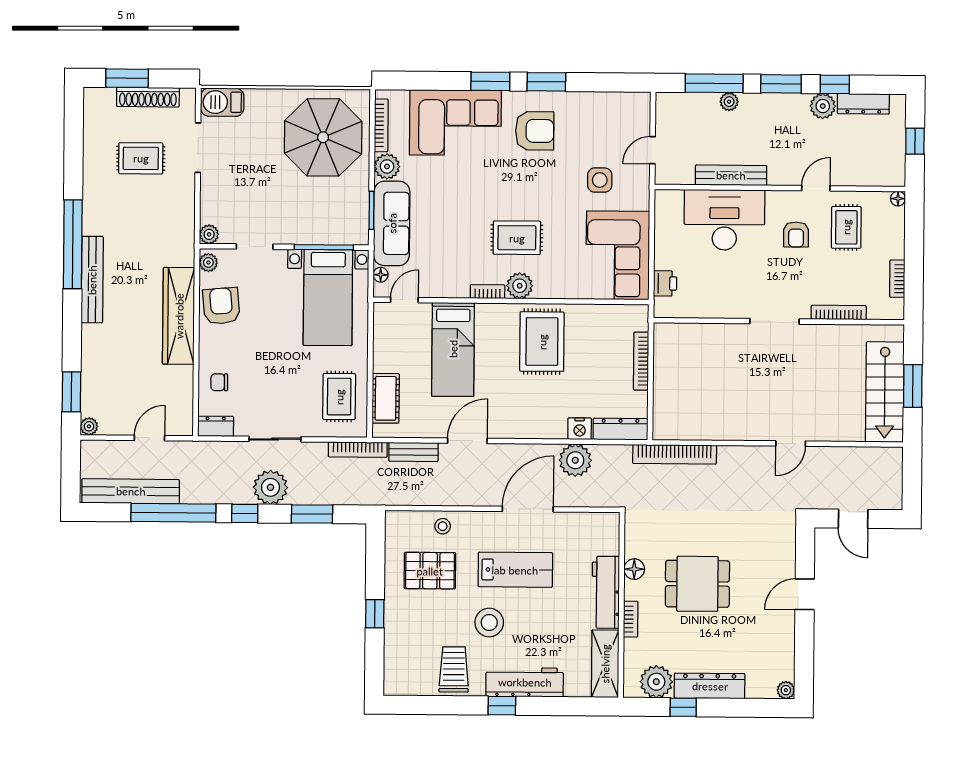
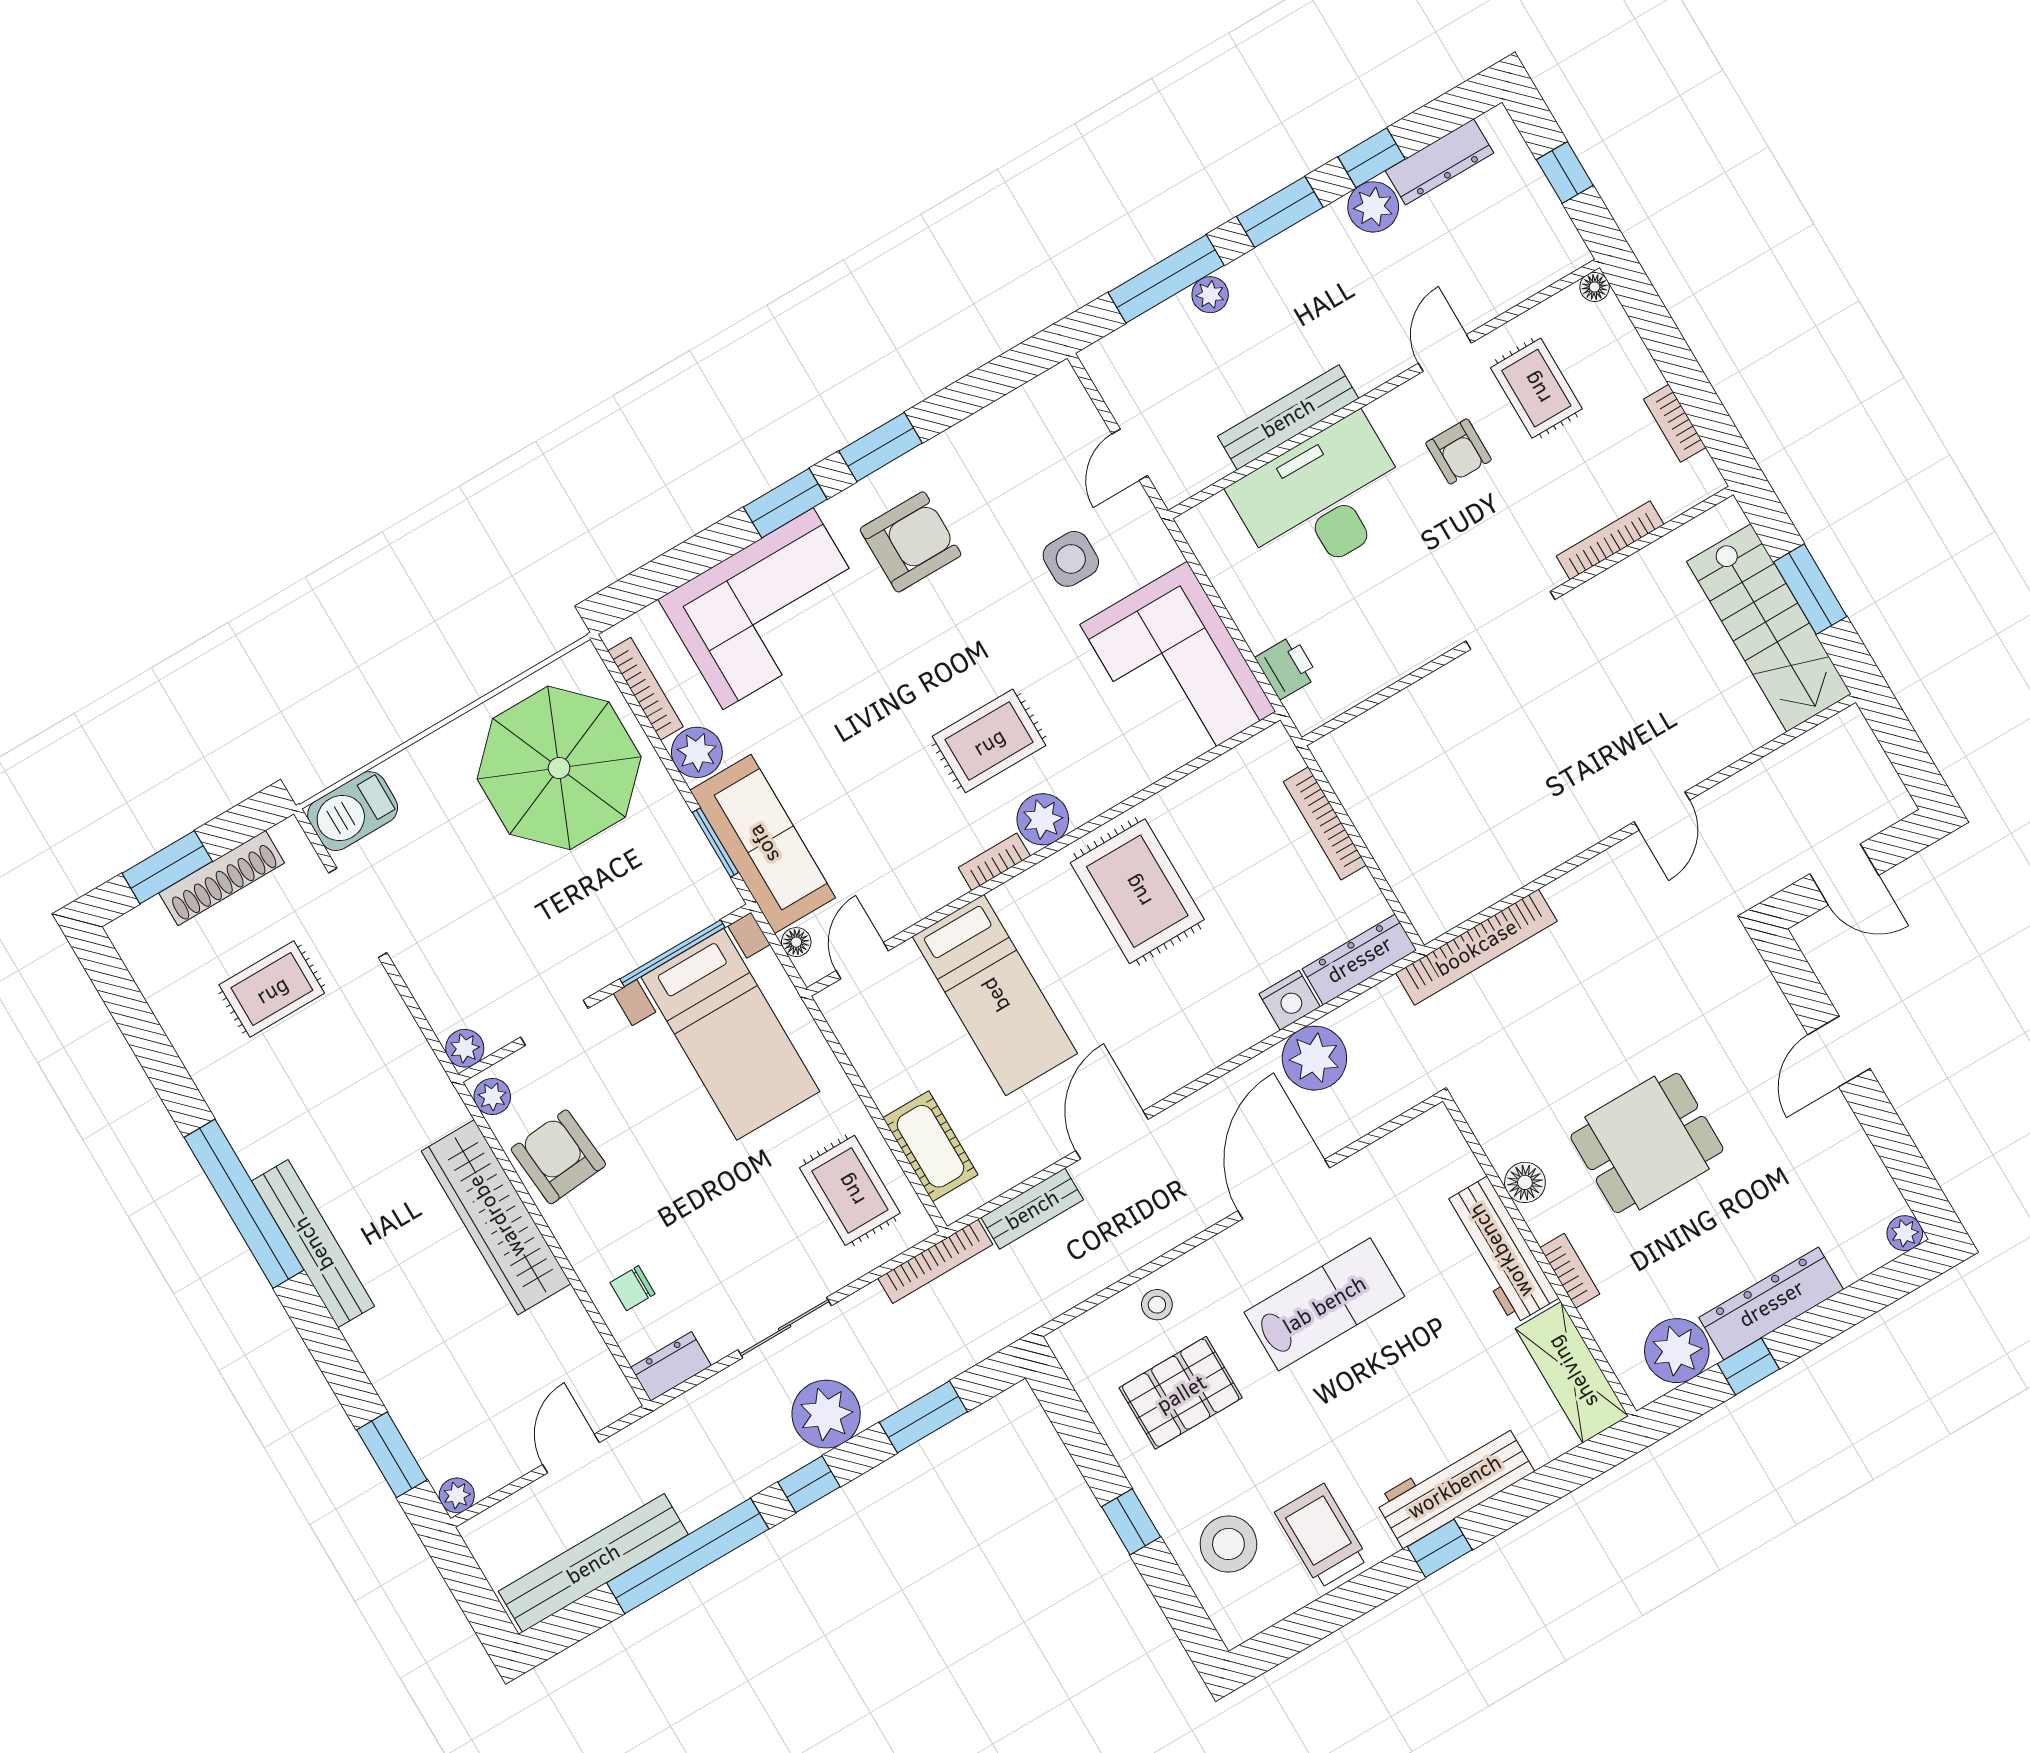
stool: (489, 622) -> (1228, 1544), moved

